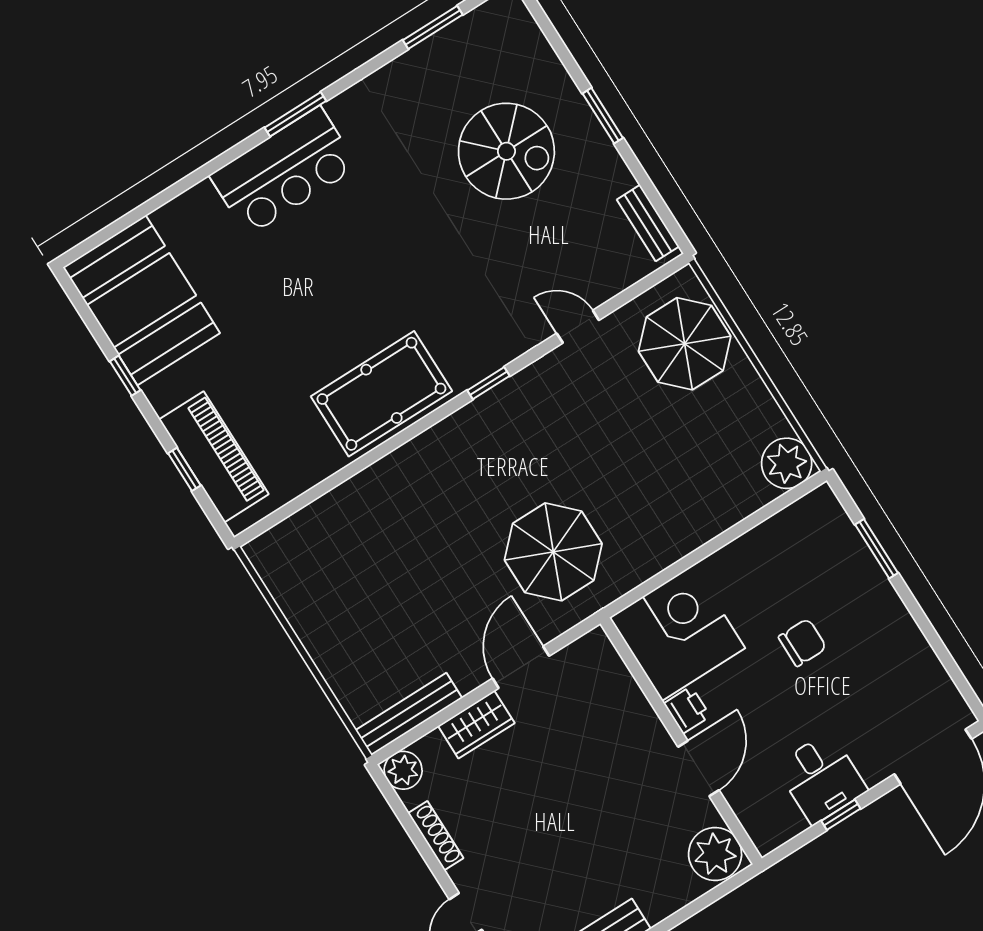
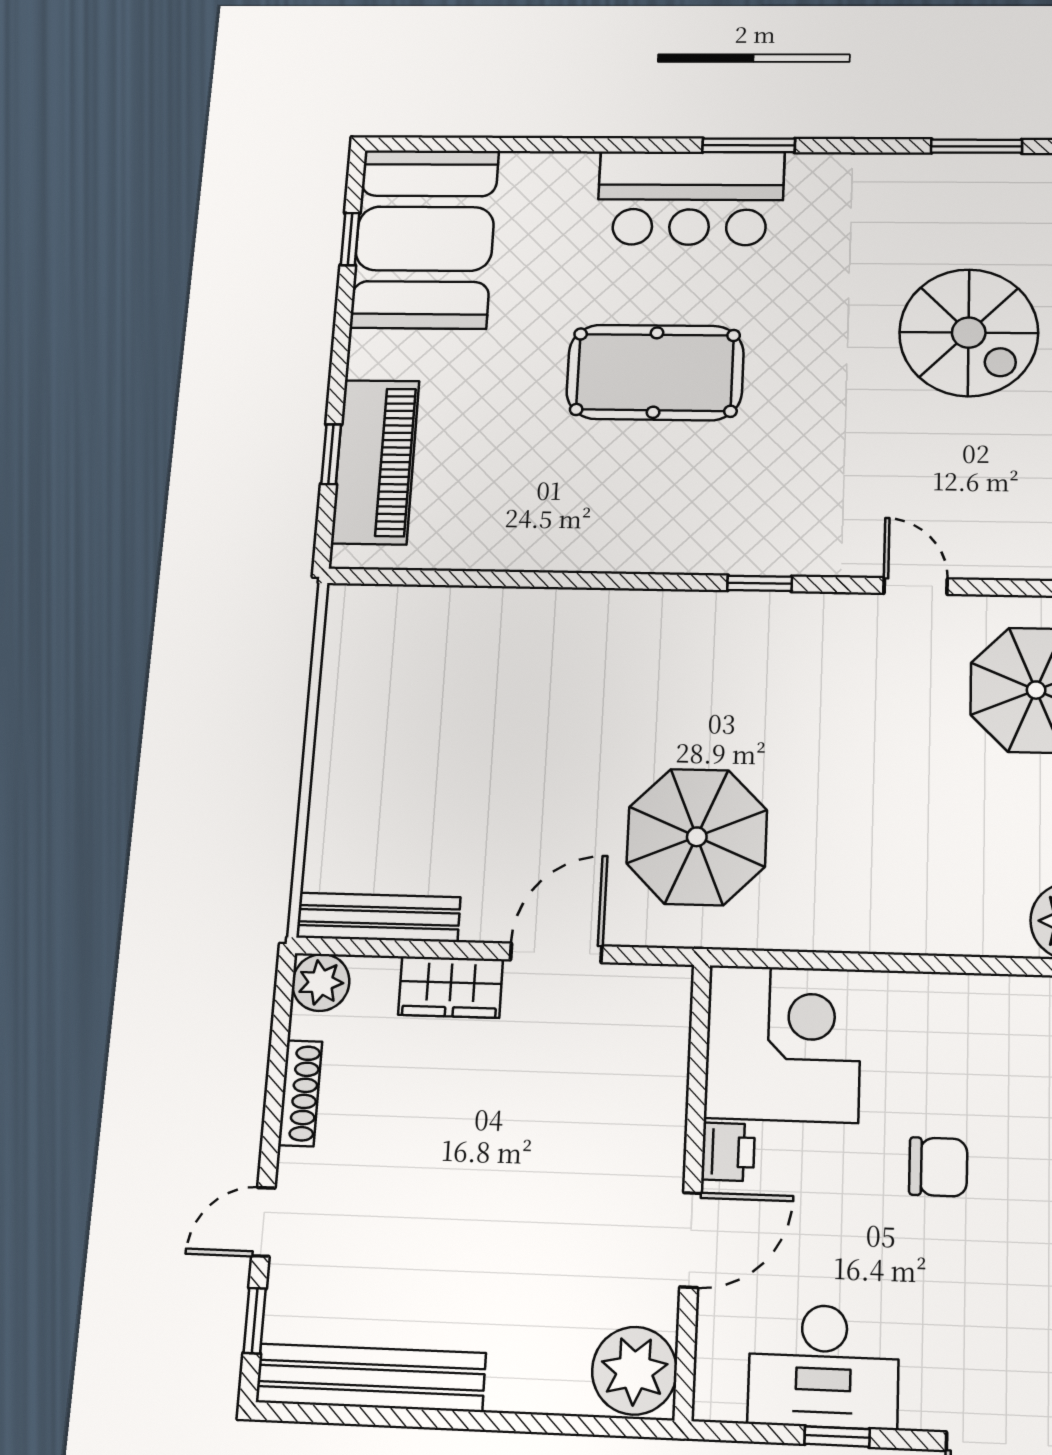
window: (125, 376) -> (350, 239), moved
pool table: (381, 394) -> (655, 372), moved
desk: (821, 778) -> (824, 1366), width x1.37

